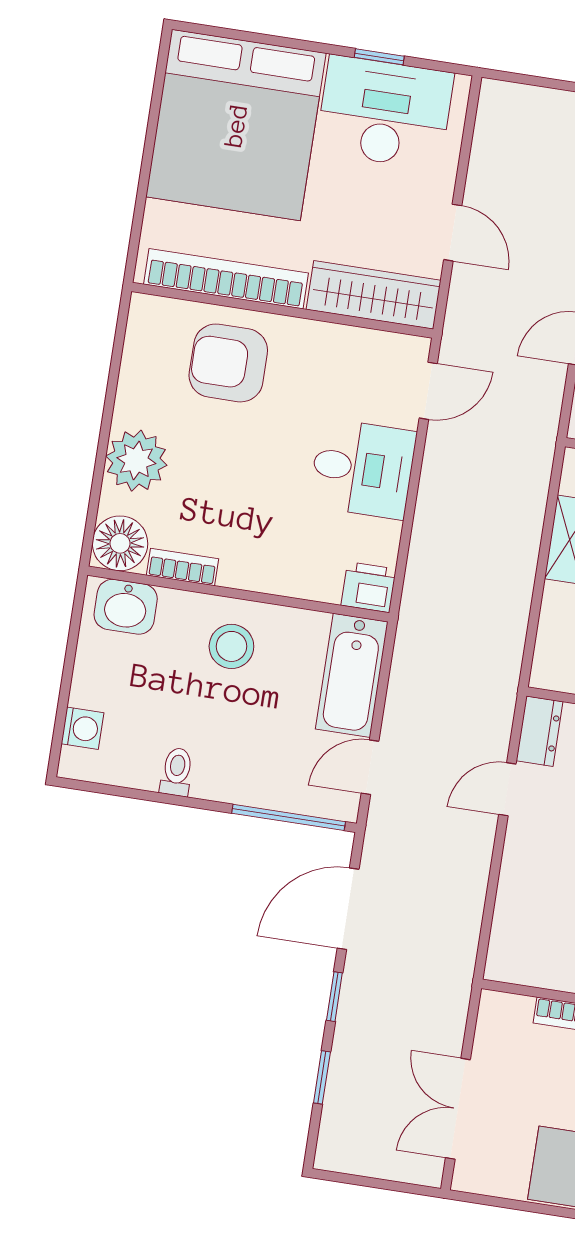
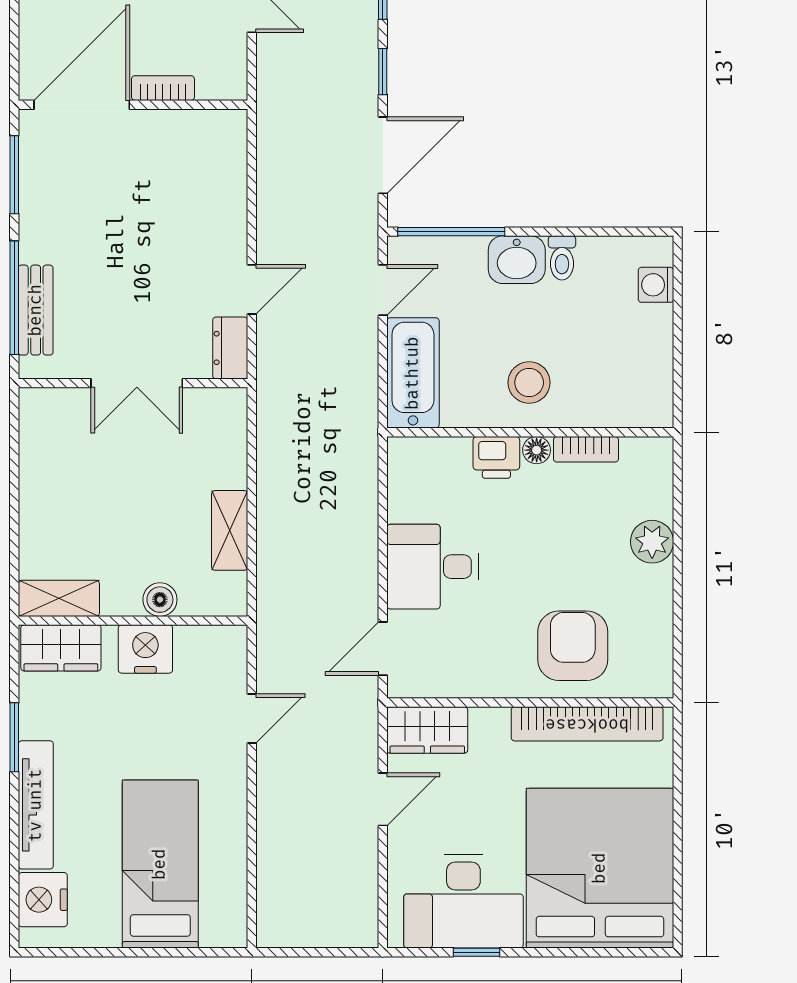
door: (453, 233) -> (383, 799), swing flipped
wardrobe: (374, 295) -> (427, 730), width x0.67
armchair: (228, 363) -> (573, 646), turned -90
plant: (136, 461) -> (652, 542), width x0.73, depth x0.73
floor lamp: (120, 543) -> (537, 450), moved, width x0.53, depth x0.53
printer: (369, 587) -> (496, 457), moved
washbasin: (126, 607) -> (517, 260), moved, turned 180

